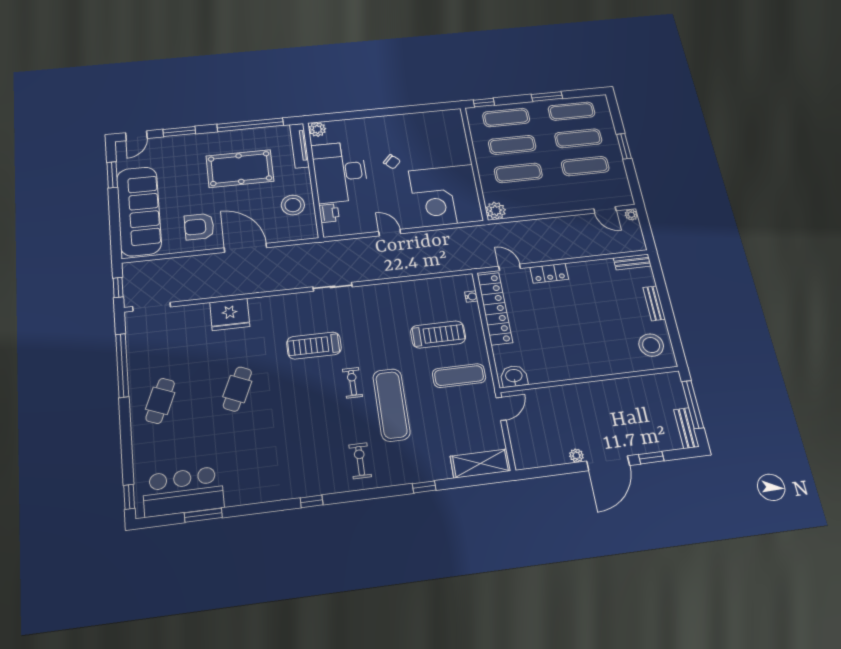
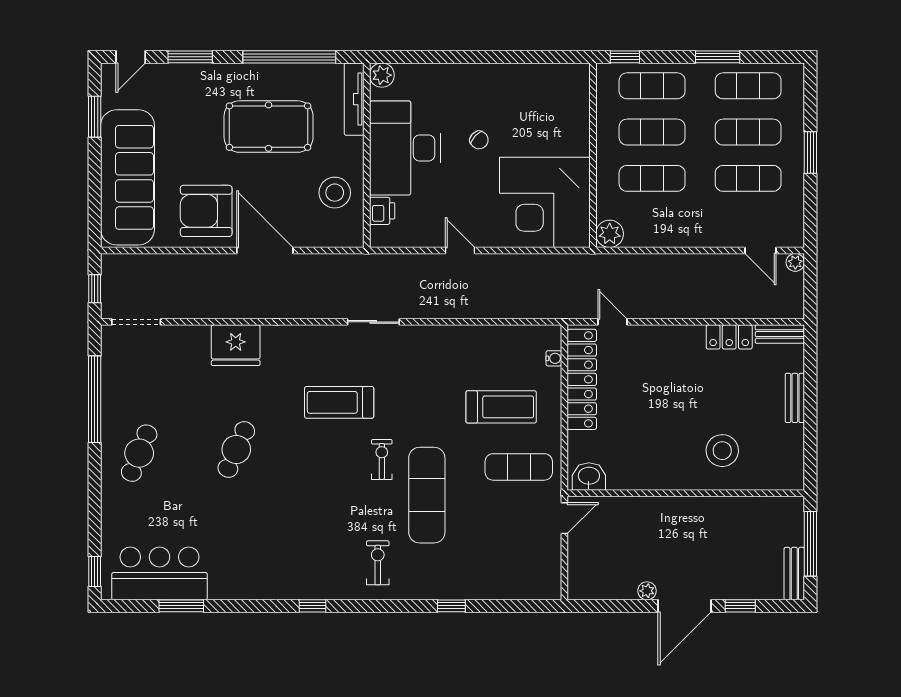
armchair: (199, 227) -> (206, 211), width x1.36, depth x1.36
locker: (549, 273) -> (729, 337), moved
stool: (651, 345) -> (722, 451), moved
shelving: (480, 464) -> (526, 586), removed

